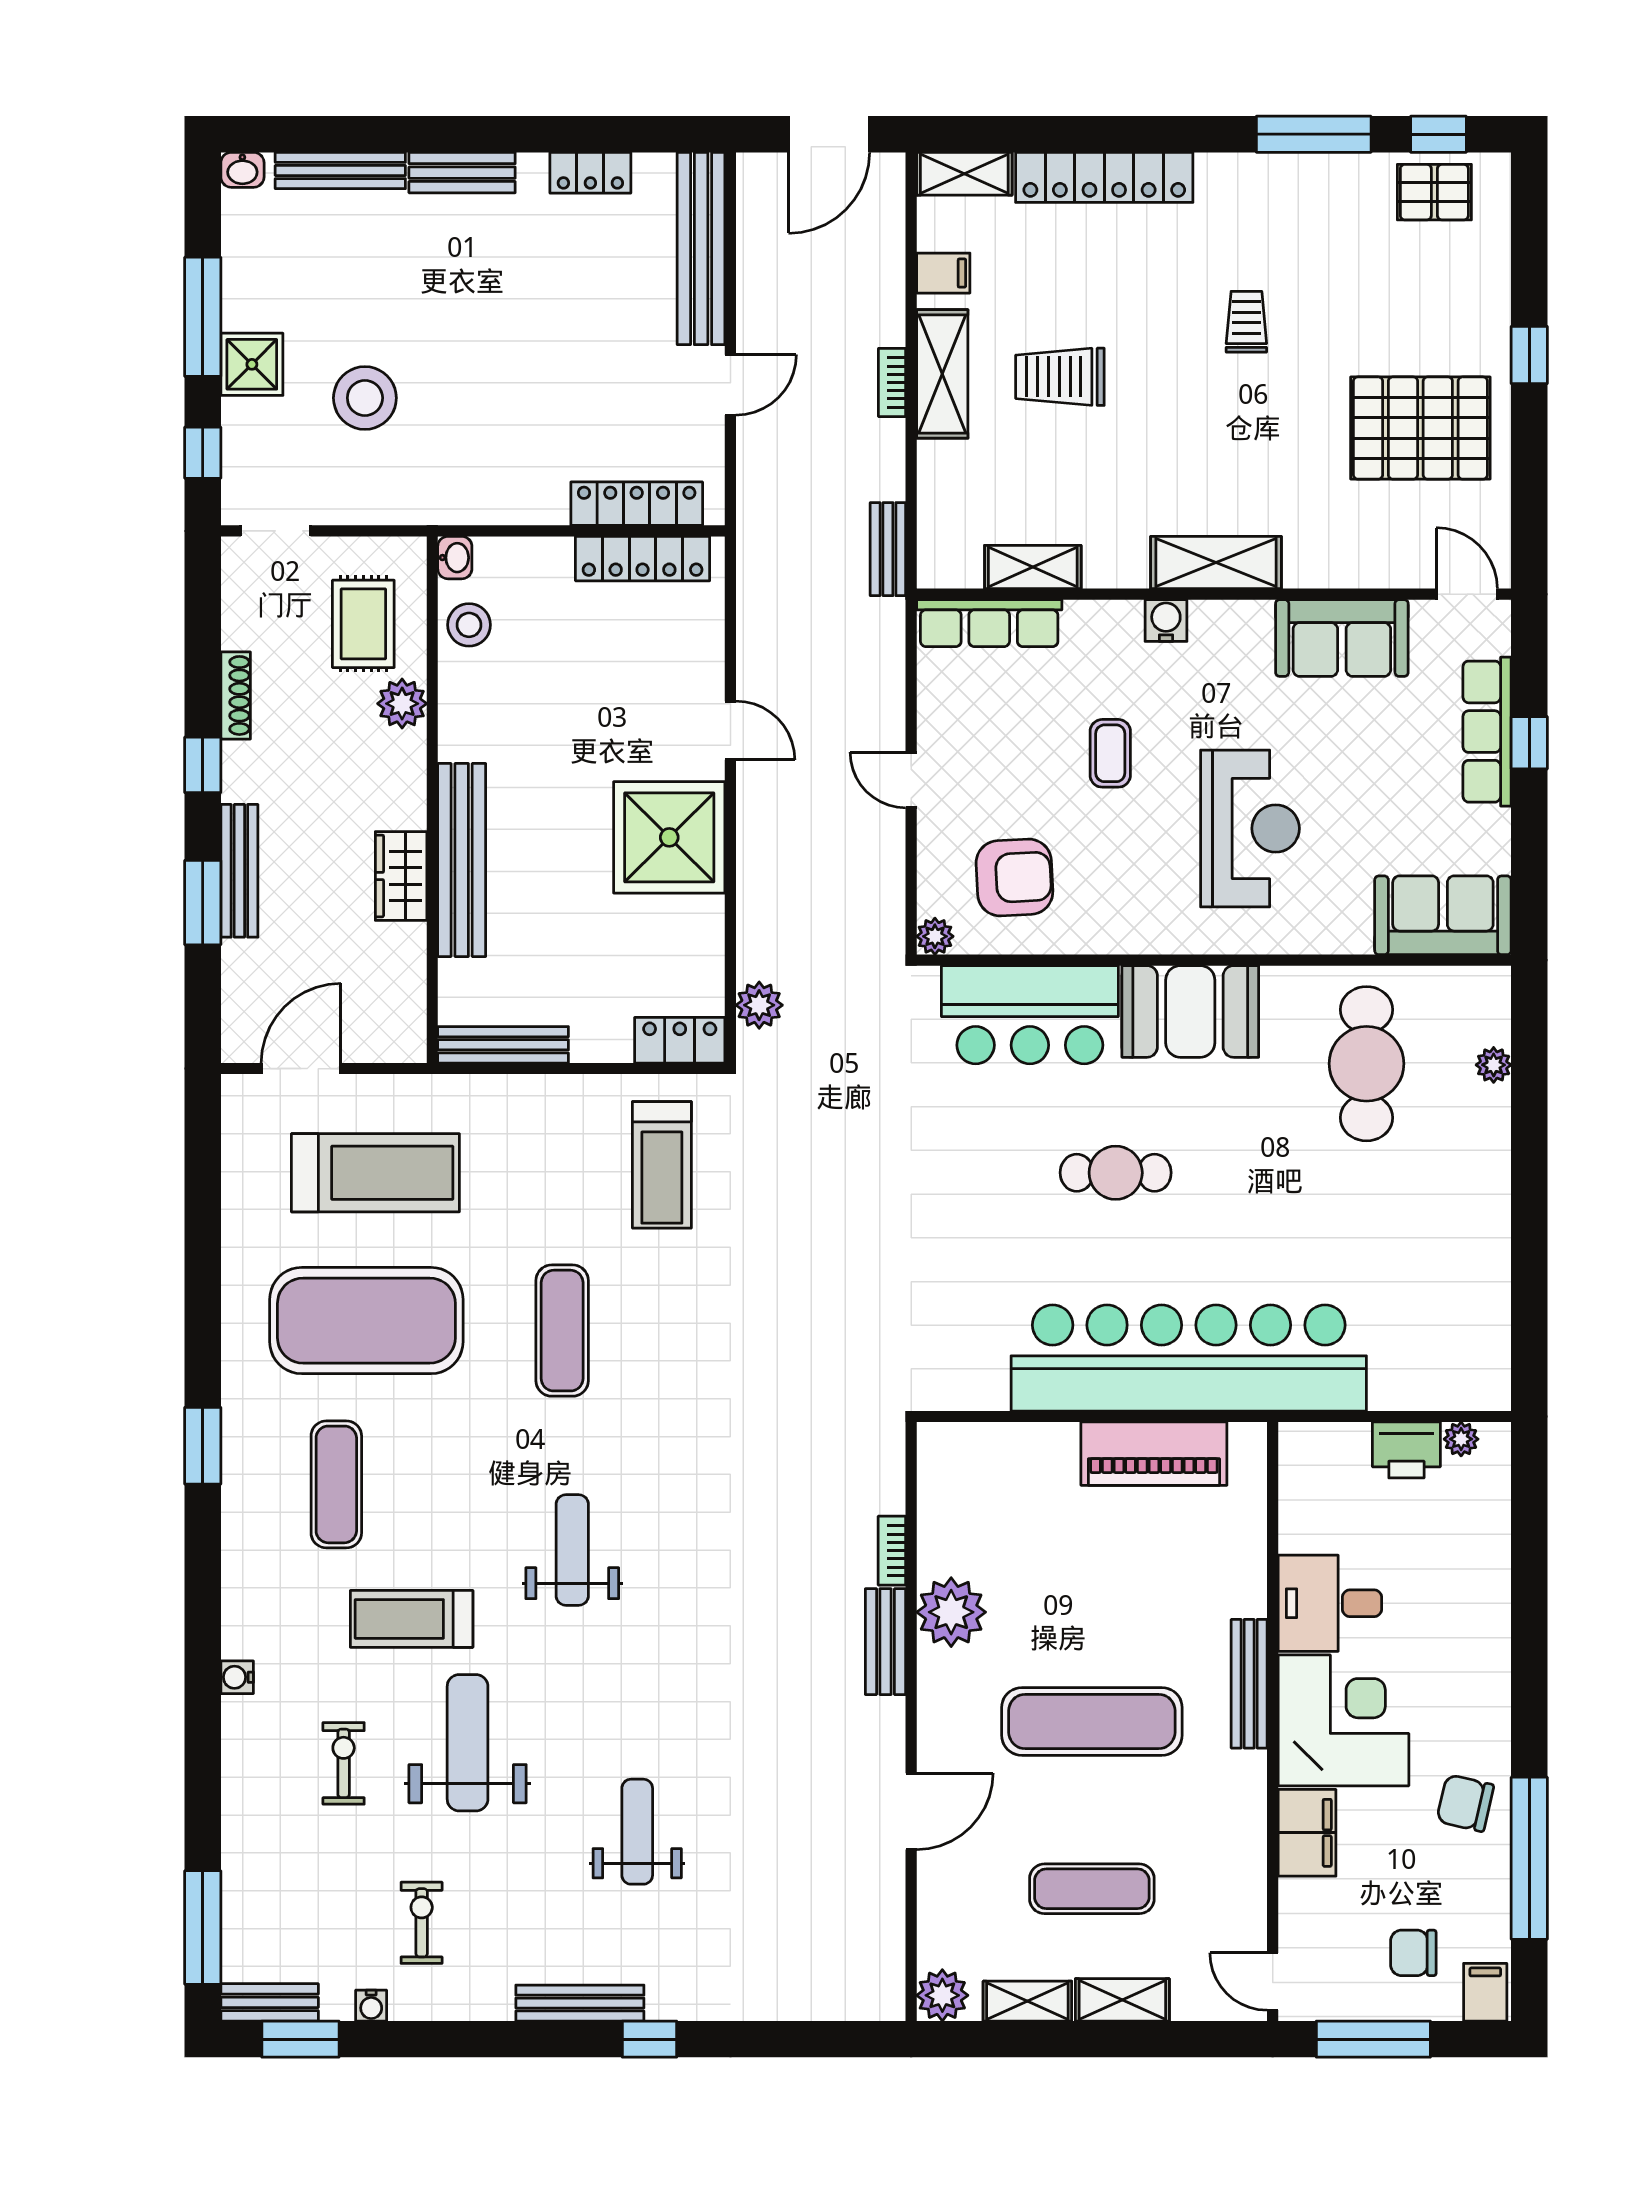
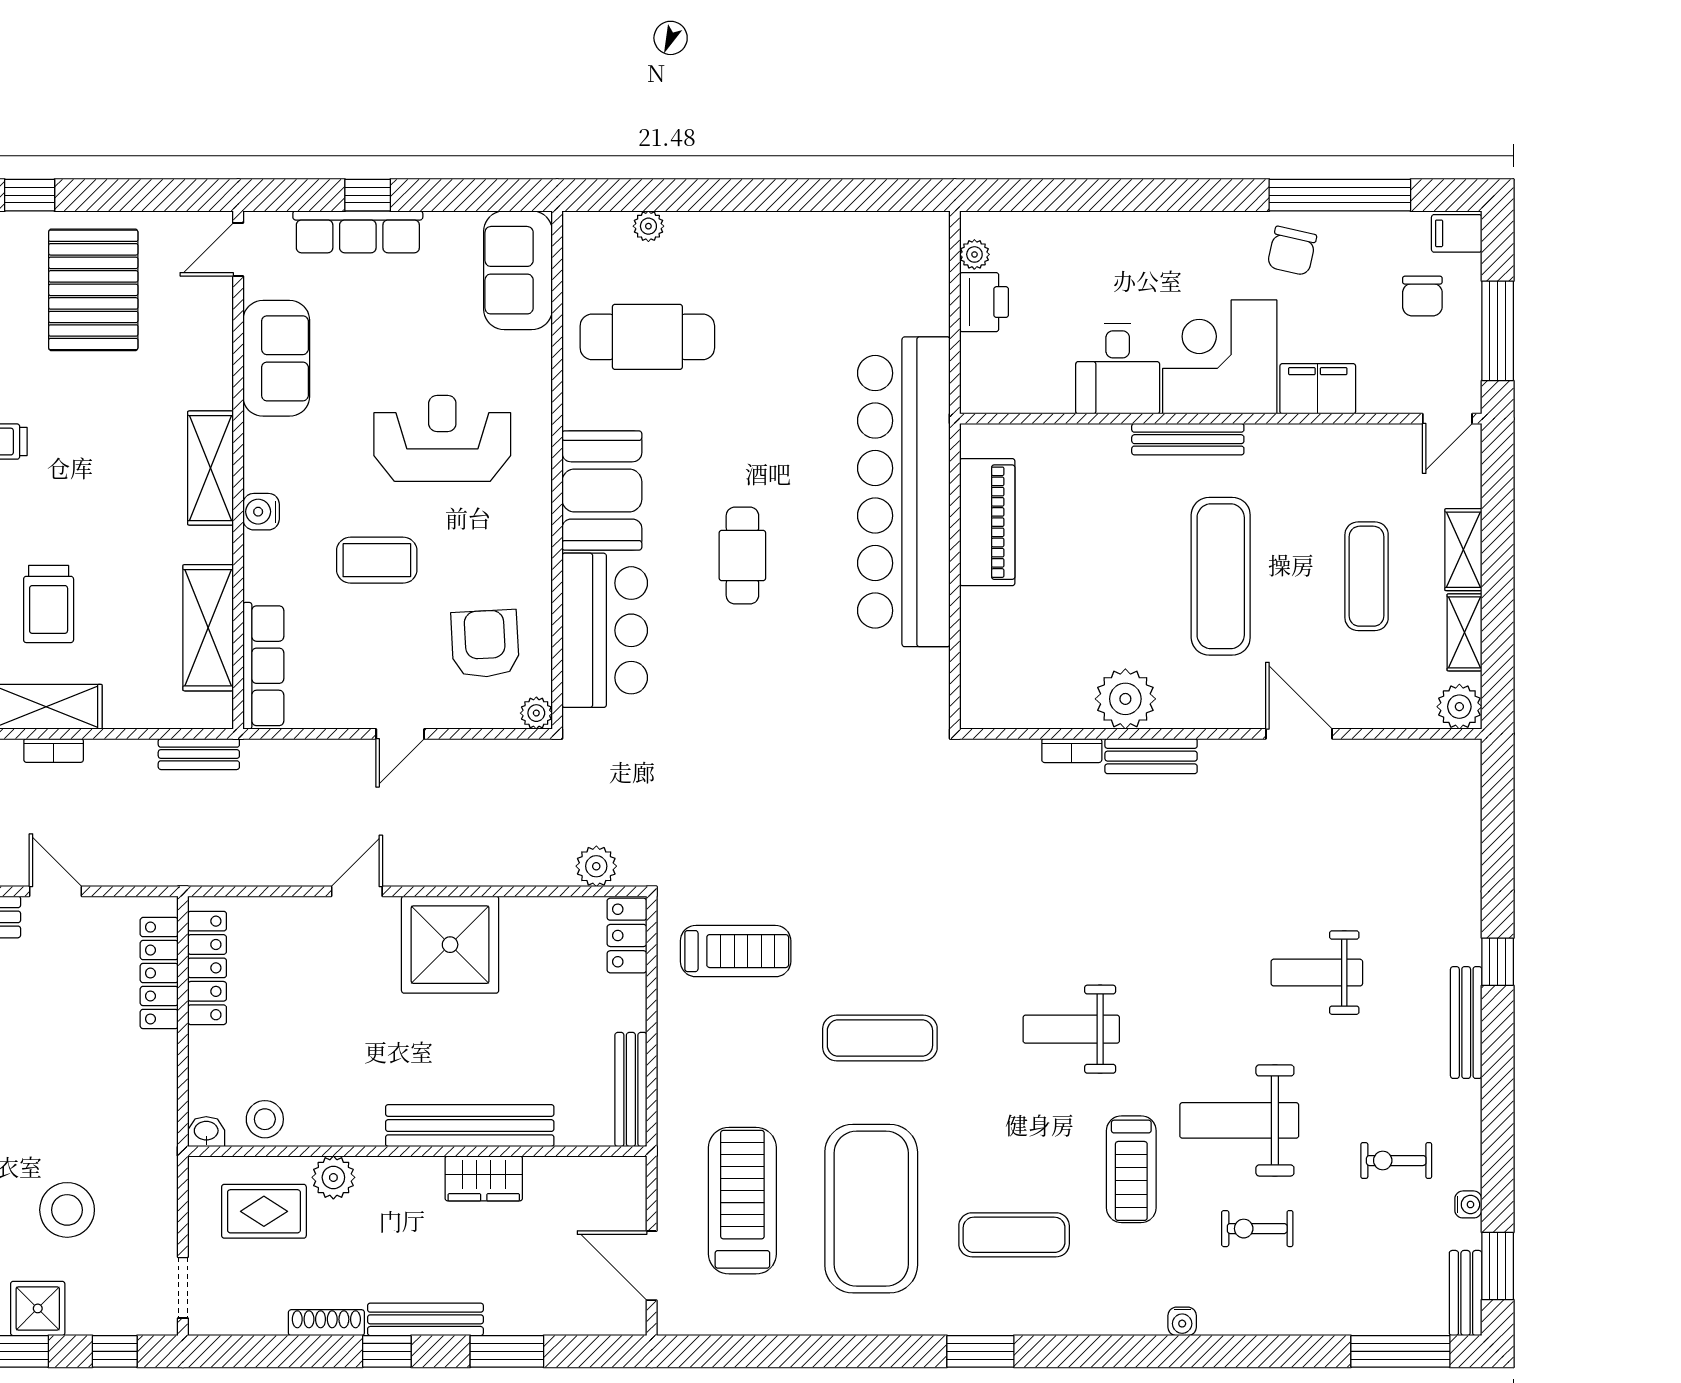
shelving: (1033, 567) -> (208, 628), width x1.50, depth x1.33
coffee table: (1110, 753) -> (377, 560), width x1.36, depth x1.30
bench: (239, 871) -> (425, 1319), moved

